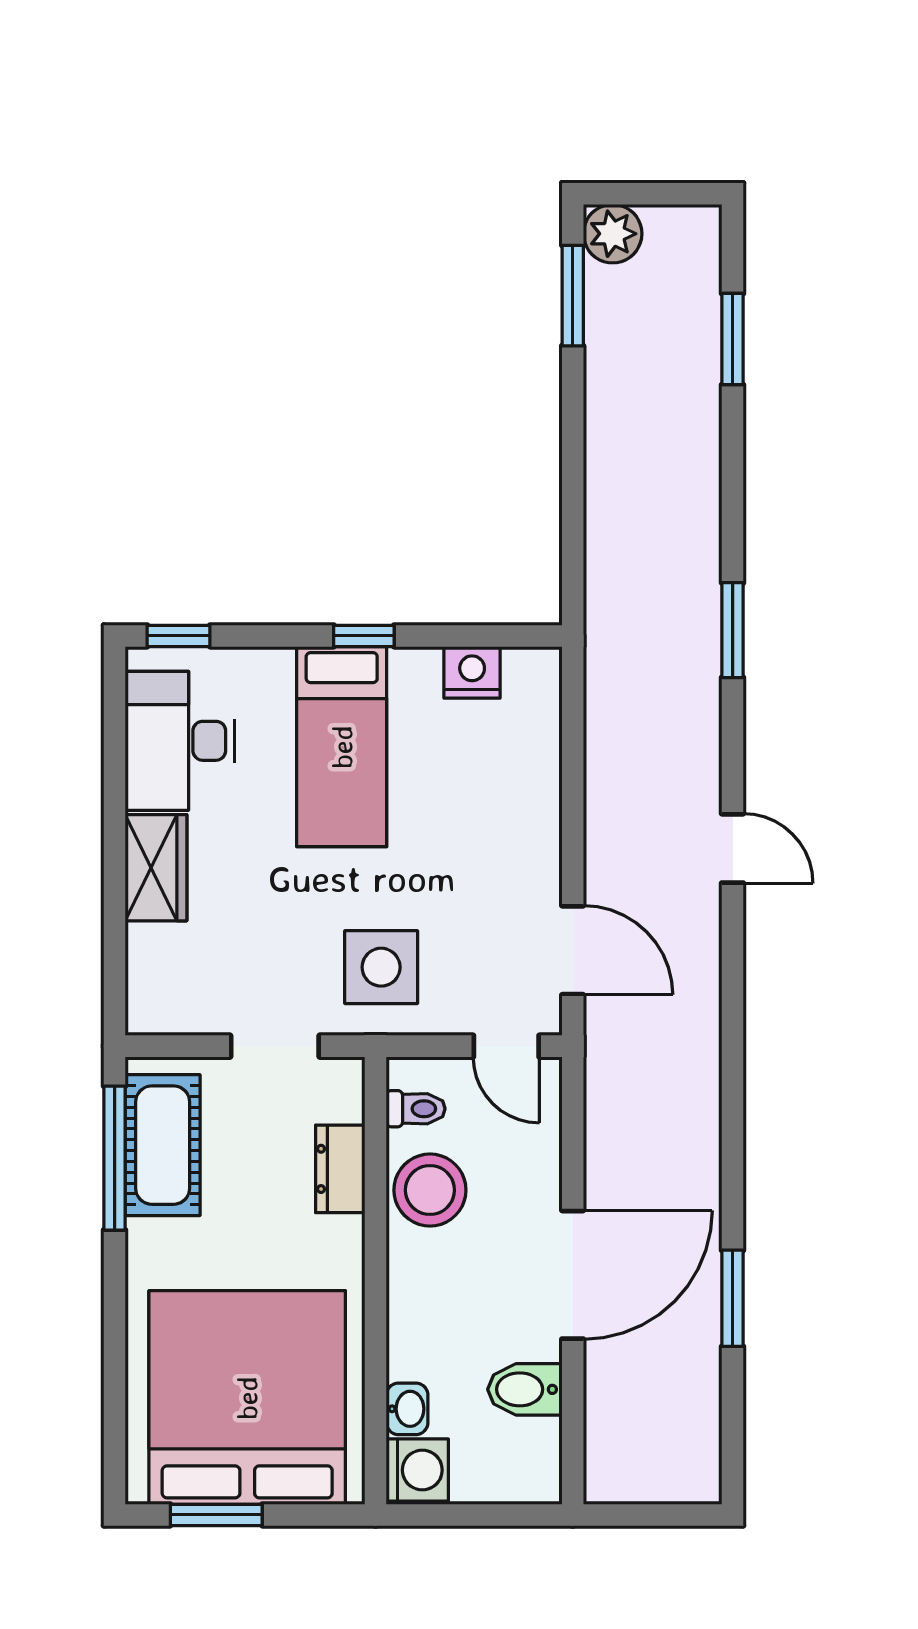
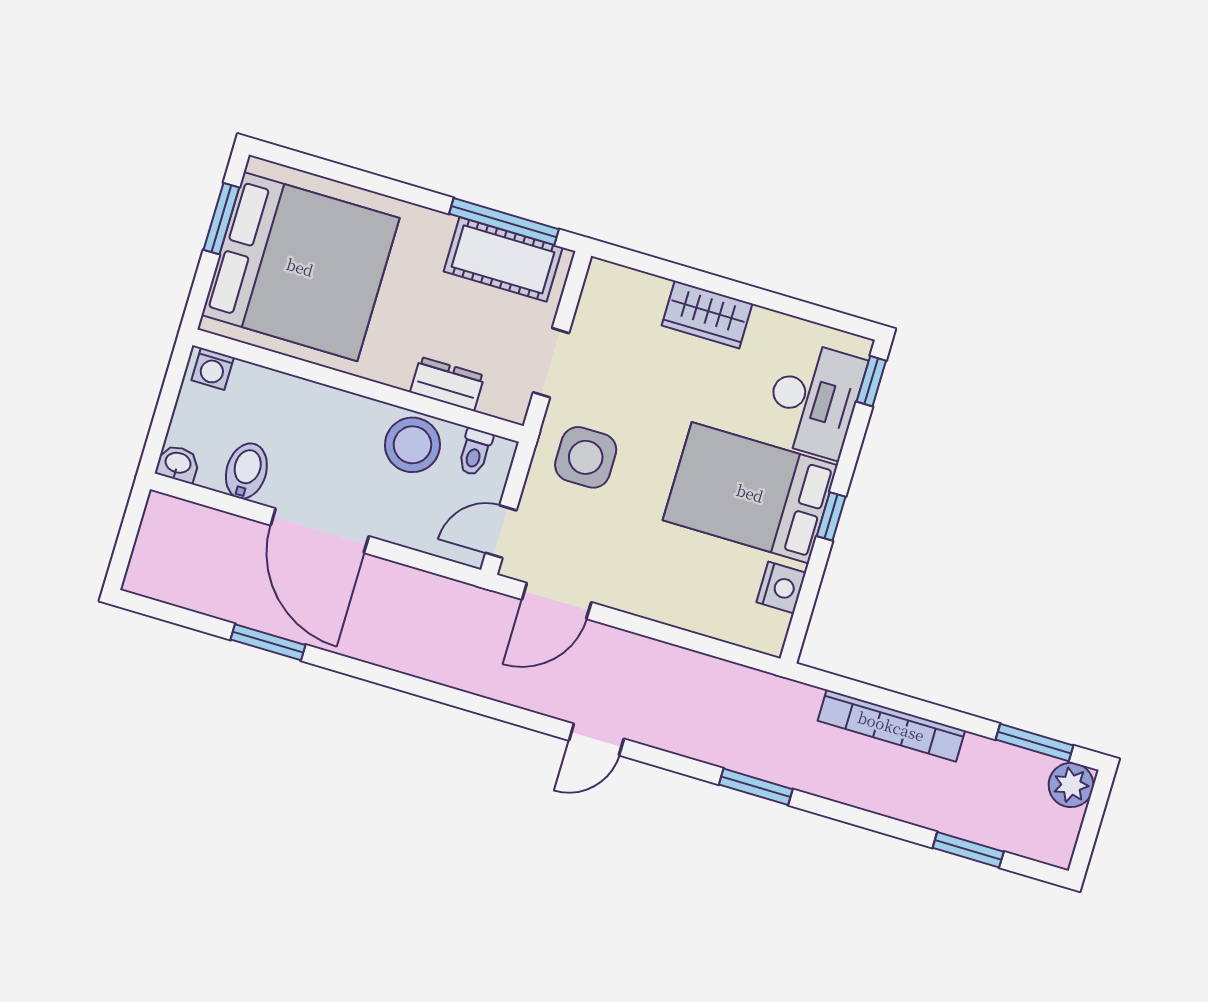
bookcase: (605, 482) -> (891, 726), added
desk: (180, 741) -> (814, 399), moved, turned 90
bed: (342, 747) -> (750, 493), width x1.50
washbasin: (407, 1409) -> (178, 464), moved, turned 180
washing machine: (417, 1470) -> (213, 369), width x0.73, depth x0.73

